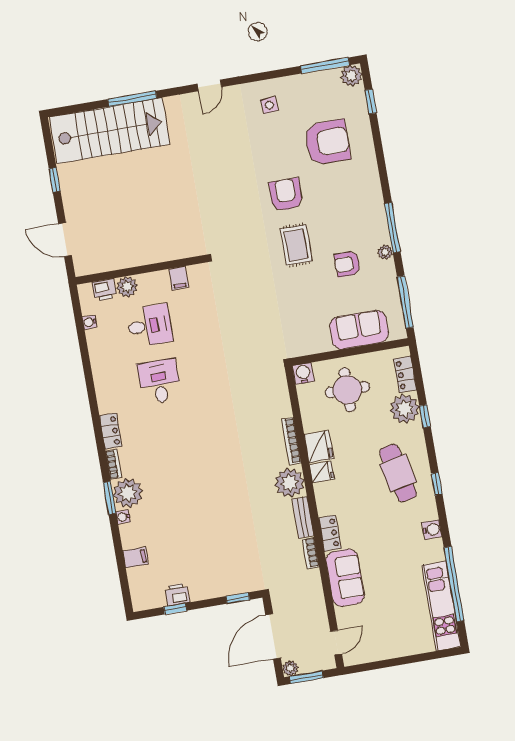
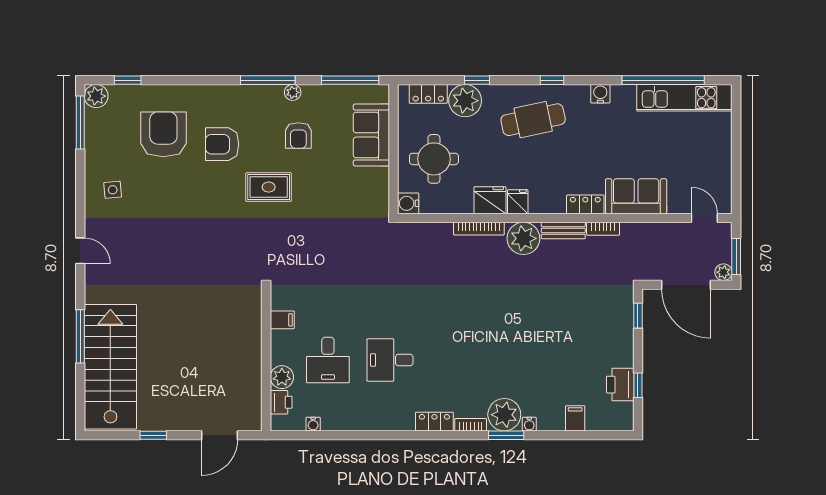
armchair: (286, 195) -> (222, 144), moved
desk: (150, 326) -> (328, 360), turned 180
printer: (177, 594) -> (620, 385), width x1.36, depth x1.24

